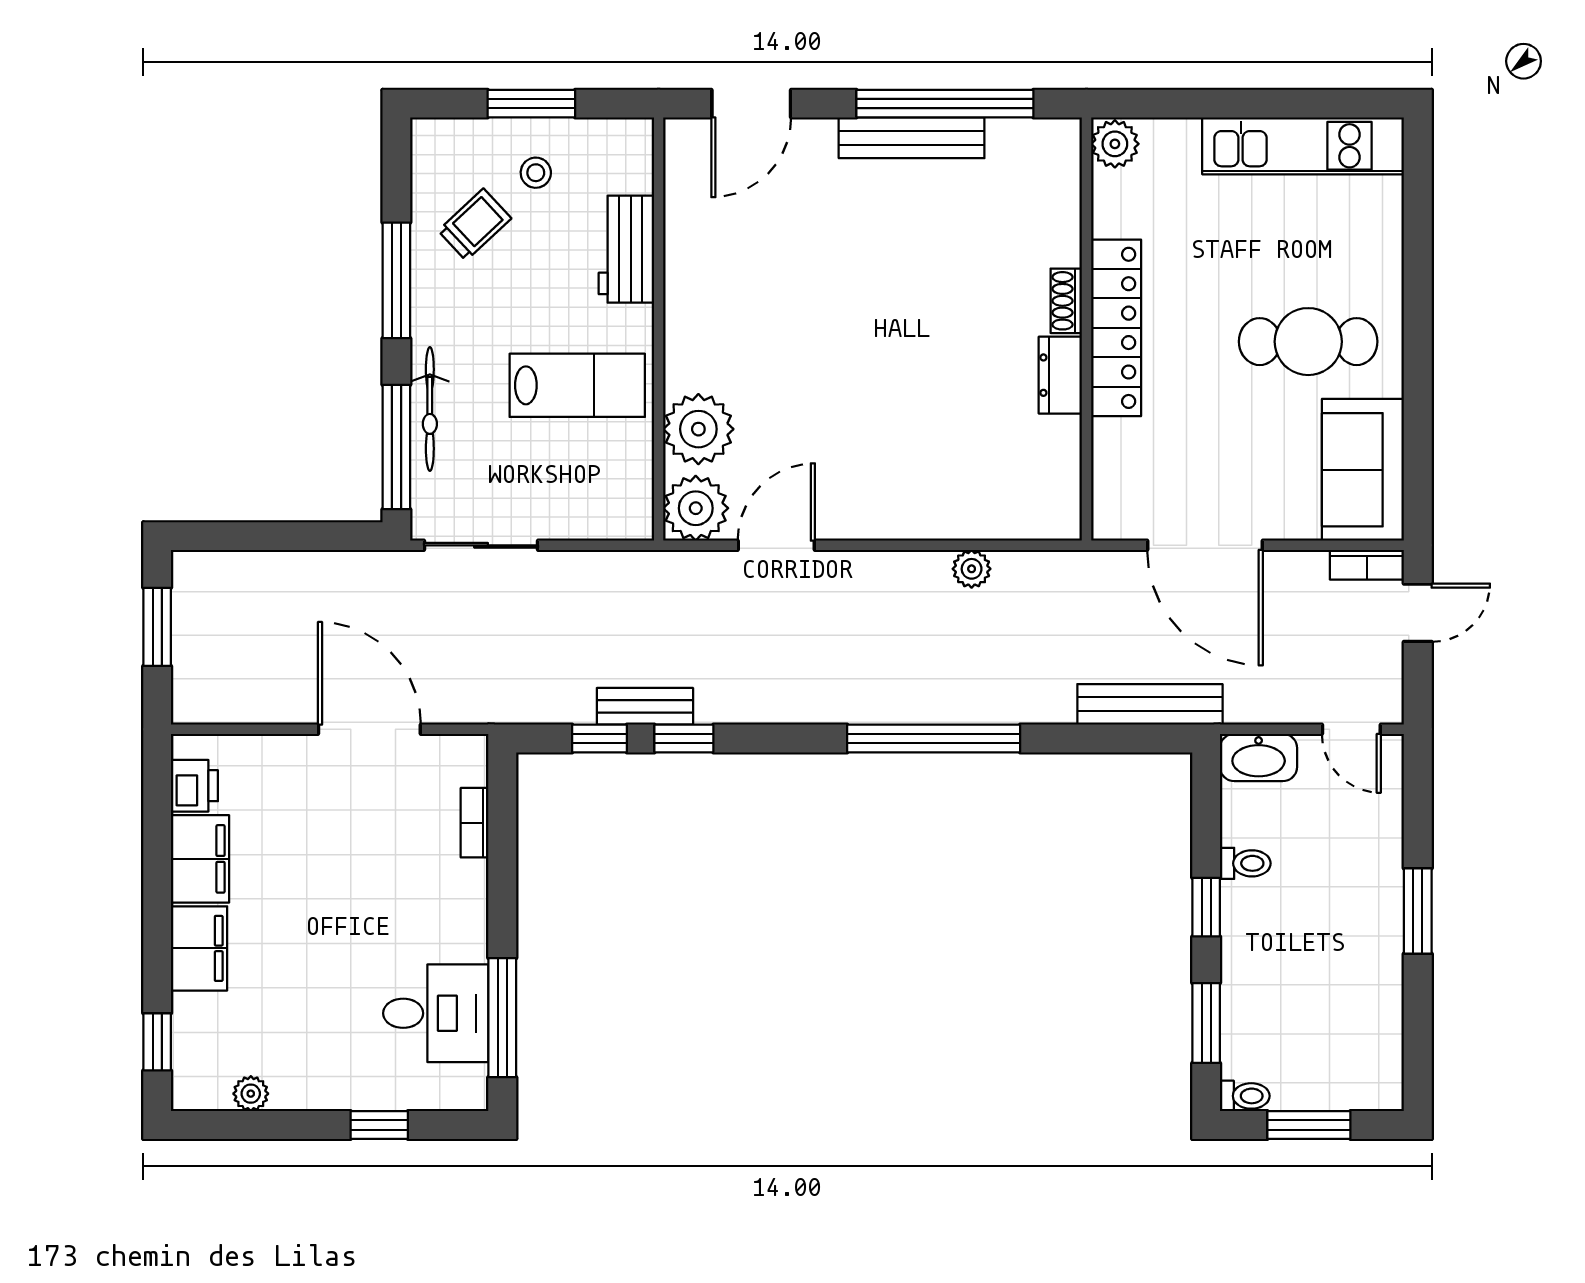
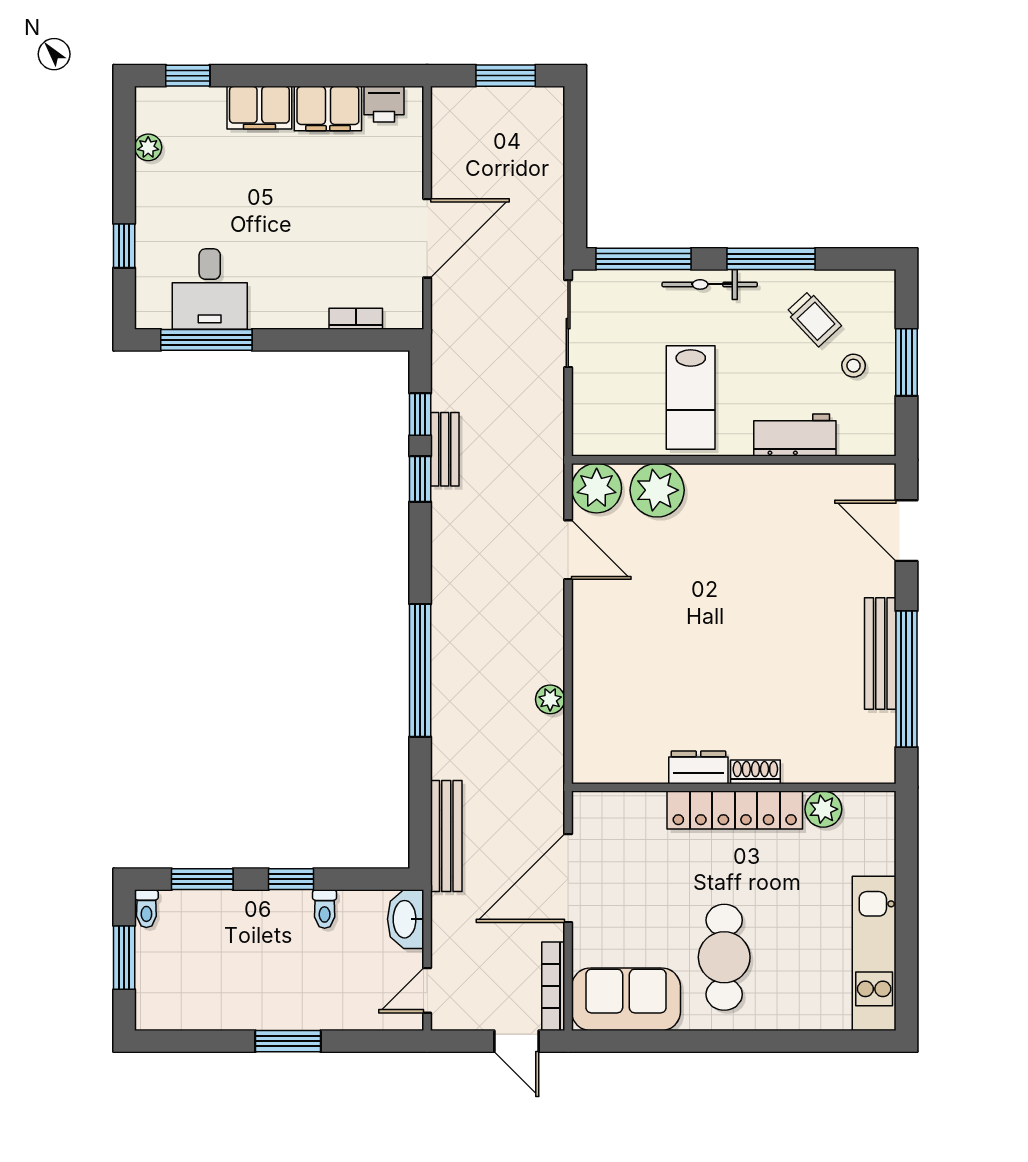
plant: (1115, 144) -> (823, 809), moved
bicycle: (430, 409) -> (710, 284), moved
bookcase: (1367, 565) -> (553, 986), width x1.56

